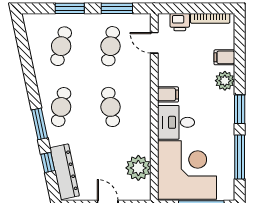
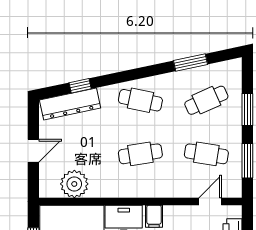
cafe table: (61, 46) -> (206, 100), turned -39
window: (40, 124) -> (190, 62), moved

